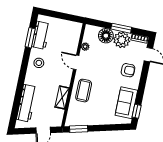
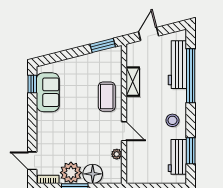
armchair: (128, 70) -> (55, 135), removed
window: (19, 93) -> (191, 76), added

